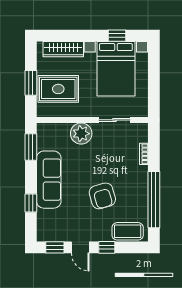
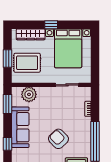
window: (117, 36) -> (51, 25), moved
plant: (81, 134) -> (29, 94), moved
armchair: (102, 196) -> (58, 139), turned 152

